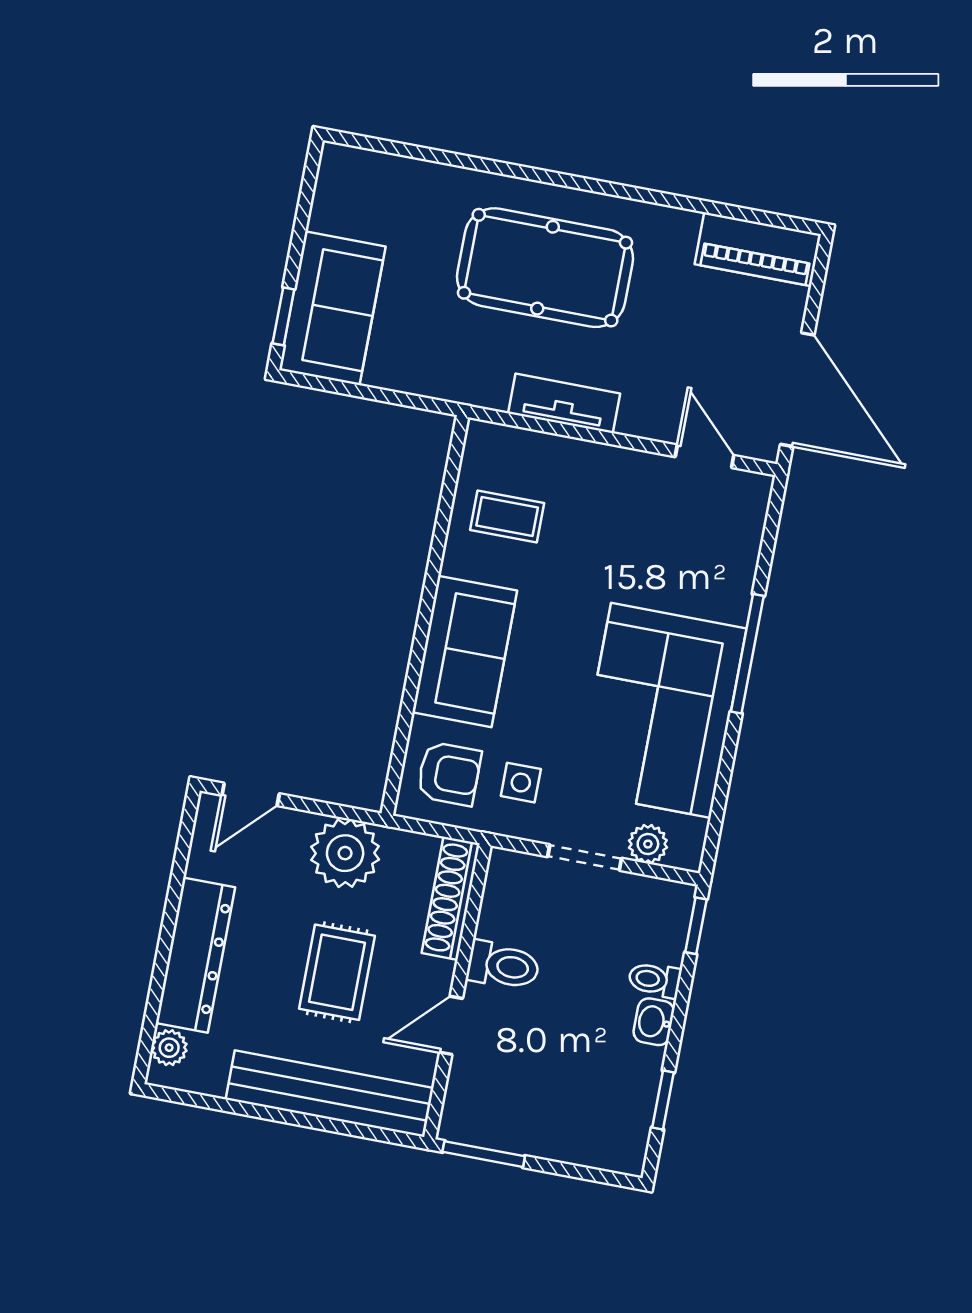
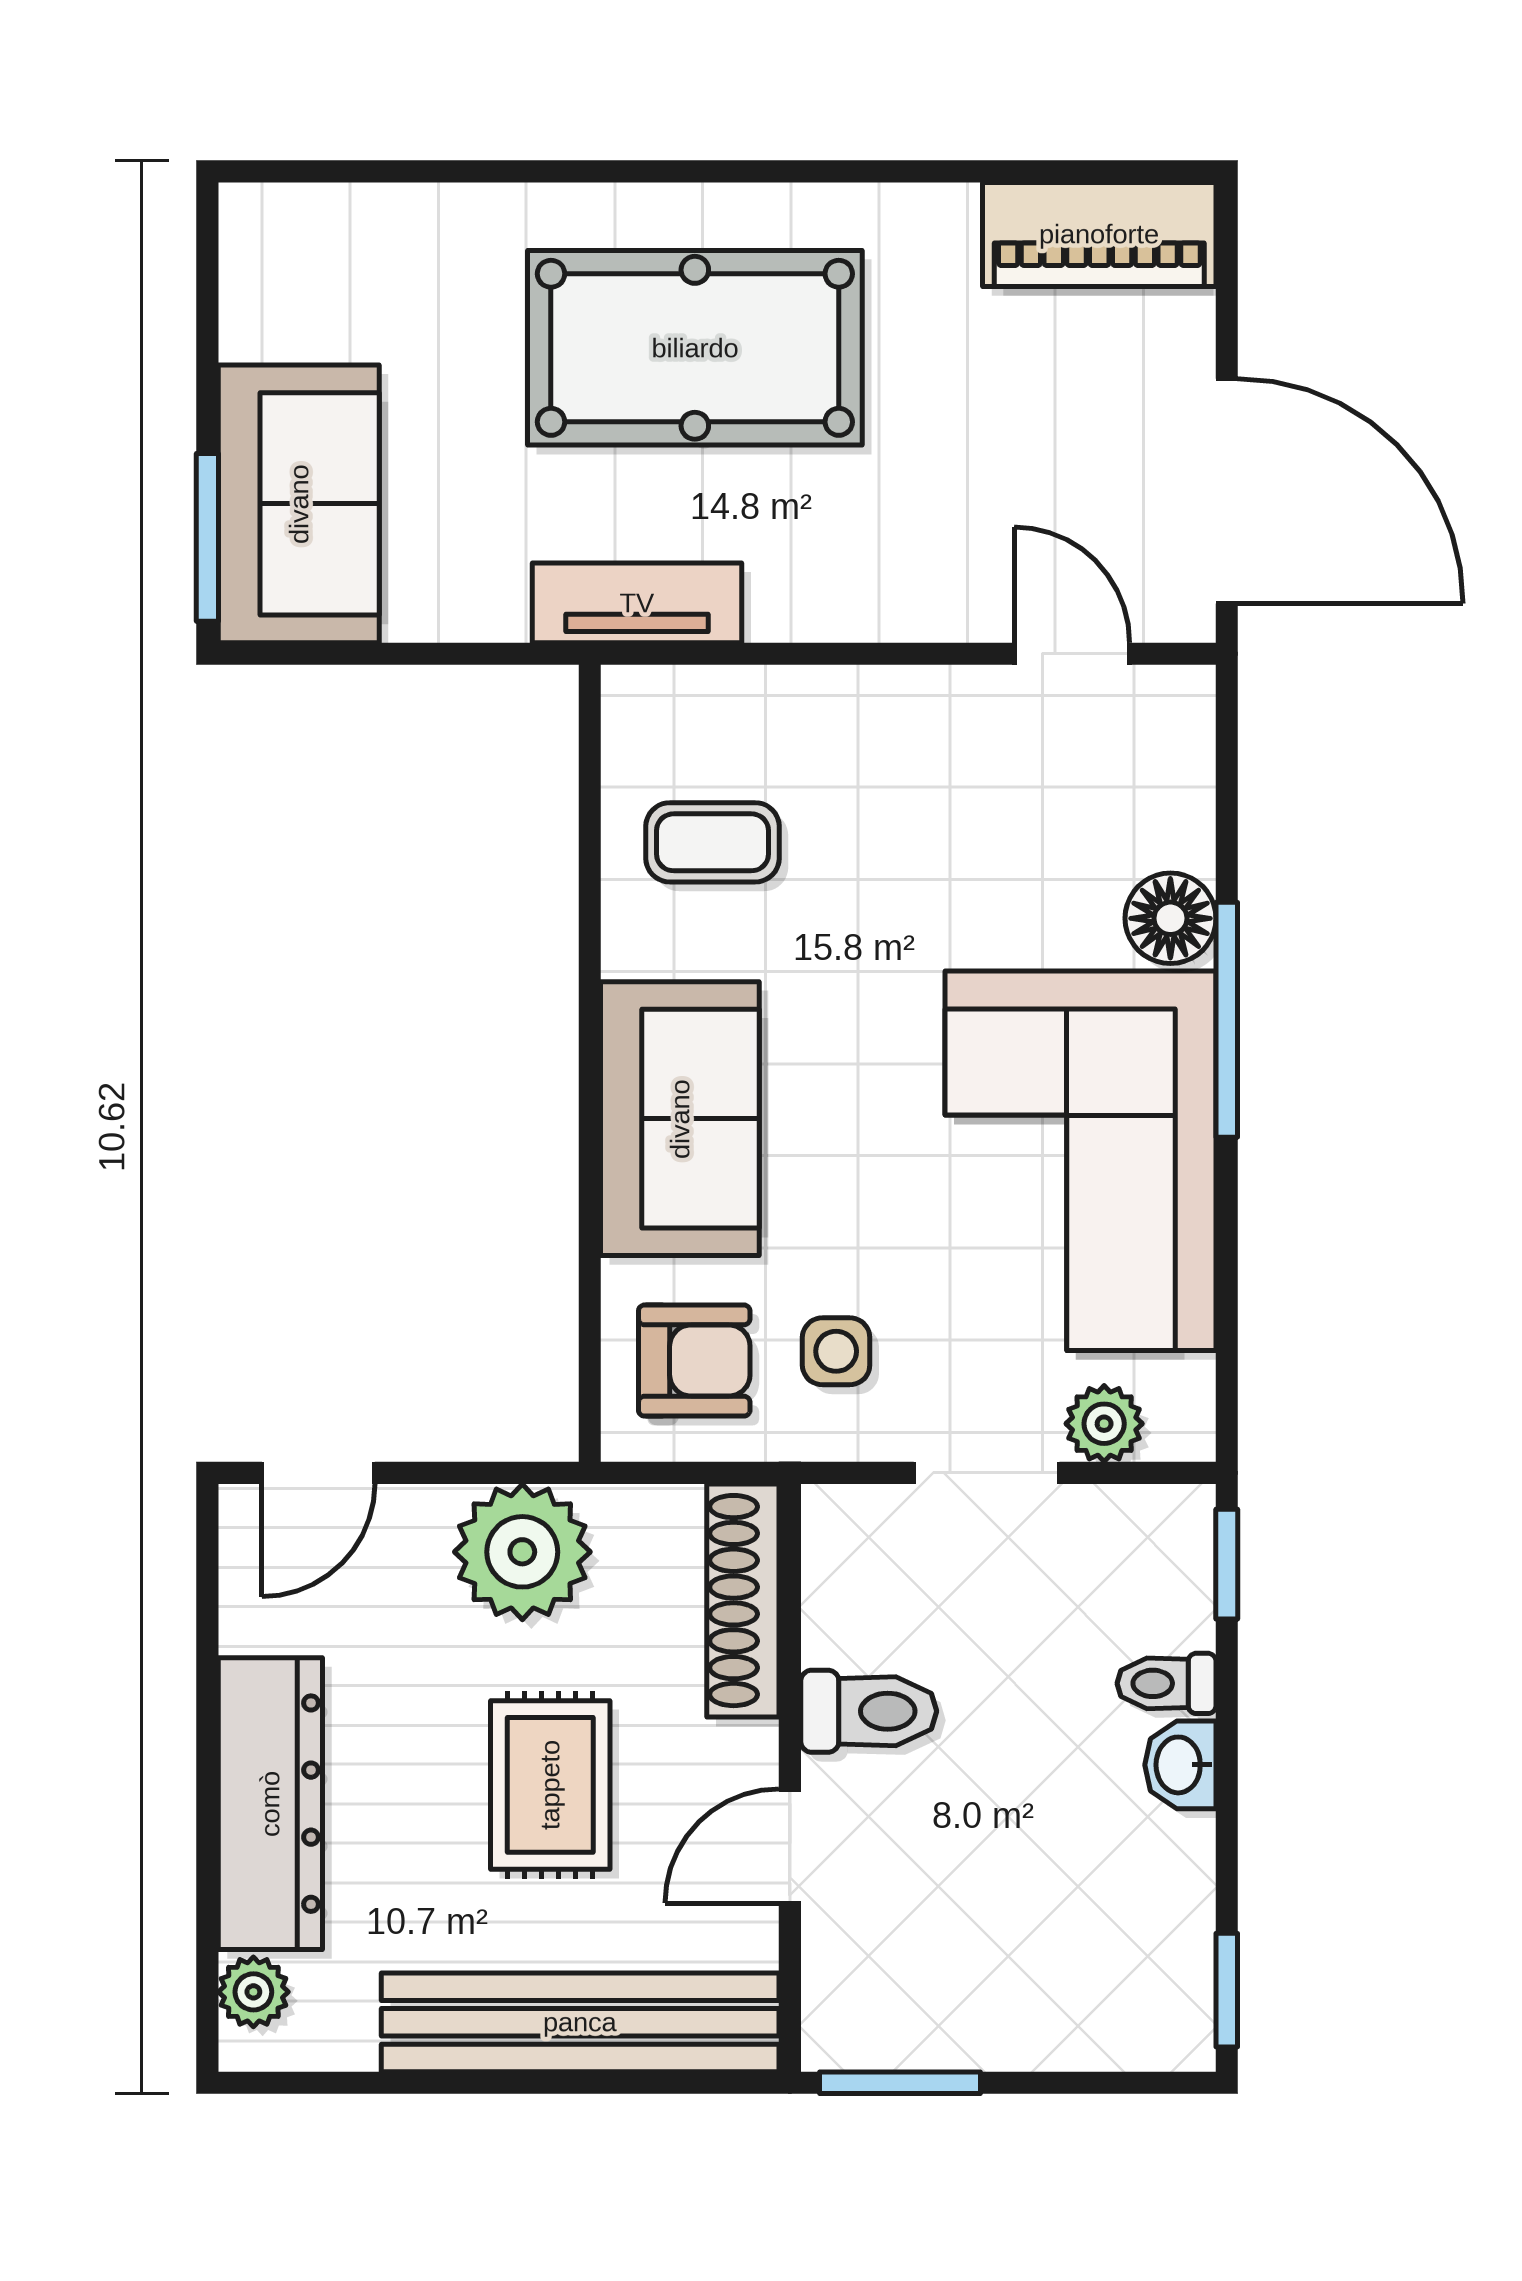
window: (283, 316) -> (207, 537), width x1.50
tv unit: (564, 403) -> (637, 603), moved
floor lamp: (729, 598) -> (1170, 918), added
window: (663, 1100) -> (1227, 1990), moved

